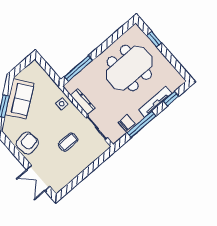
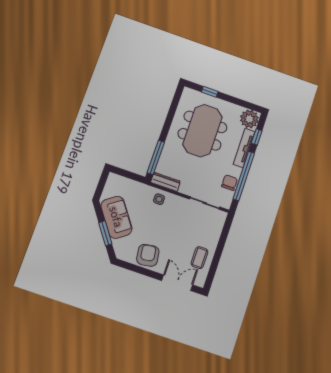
plant: (174, 80) -> (249, 119), added
dresser: (83, 102) -> (166, 182), moved
window: (141, 124) -> (244, 176), width x1.46
coffee table: (68, 142) -> (199, 258), moved
double door: (38, 178) -> (177, 283), swing flipped

